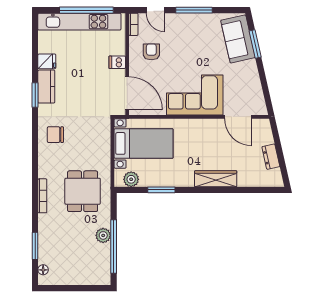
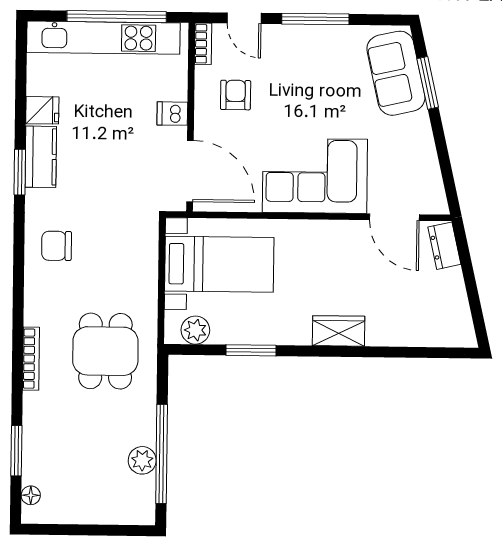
dresser: (271, 157) -> (444, 246), moved
wardrobe: (216, 179) -> (339, 331), width x0.67
plant: (103, 235) -> (142, 460), moved

